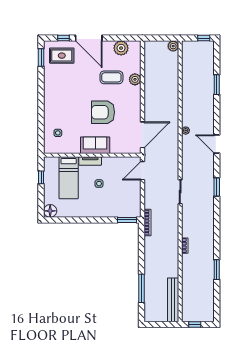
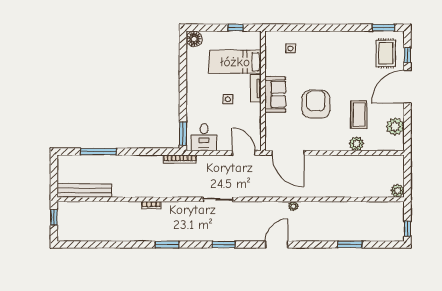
desk: (130, 203) -> (204, 137), added
window: (217, 270) -> (167, 244), moved

